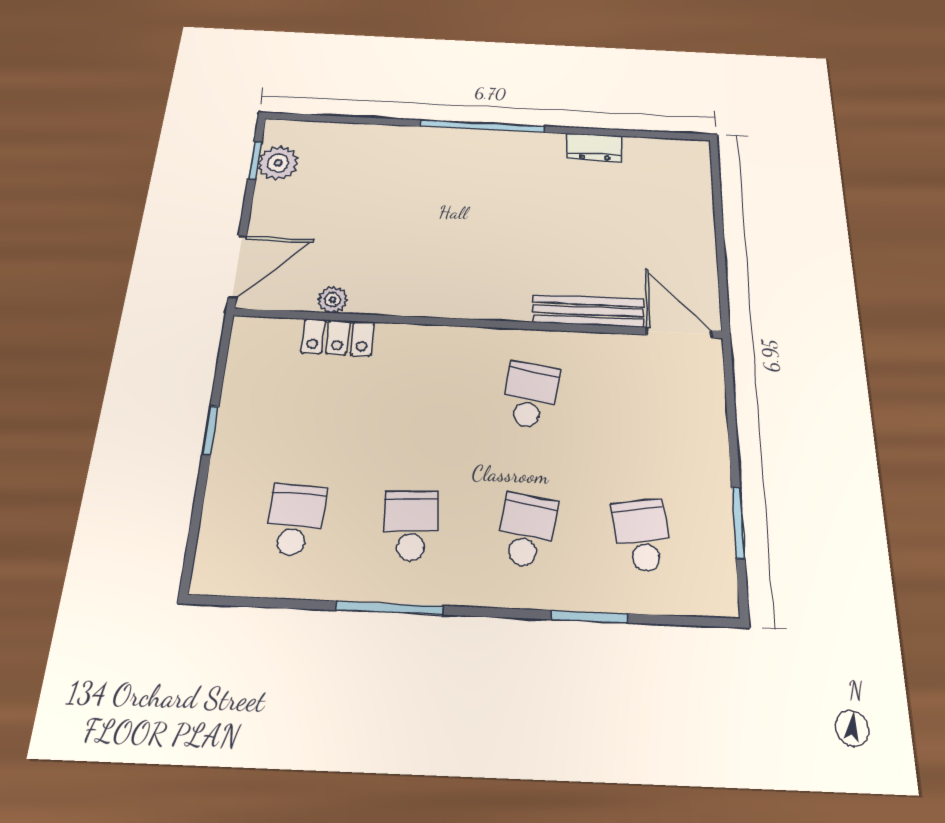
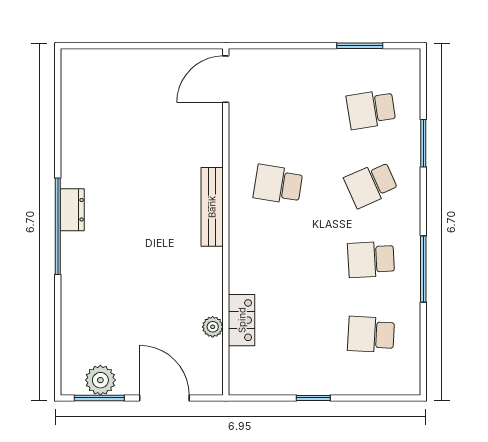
dresser: (595, 147) -> (72, 210), moved
window: (255, 161) -> (99, 398), width x1.50
door: (237, 267) -> (164, 398), moved
bench: (588, 311) -> (212, 207), moved
school desk: (527, 530) -> (371, 184), turned -33

